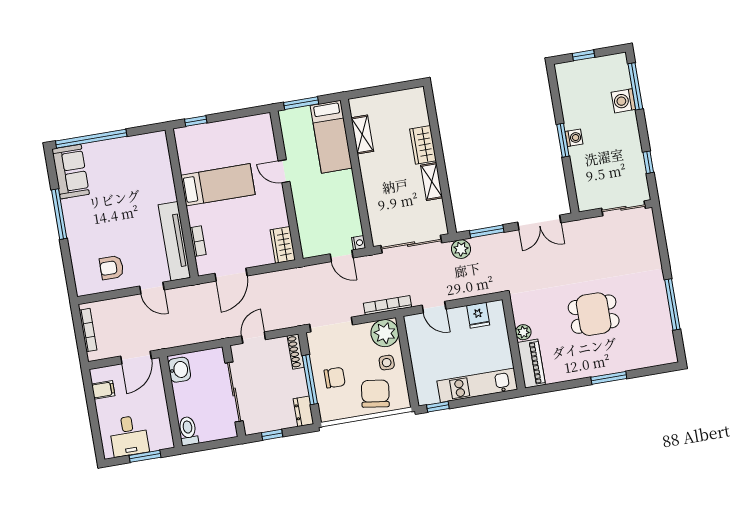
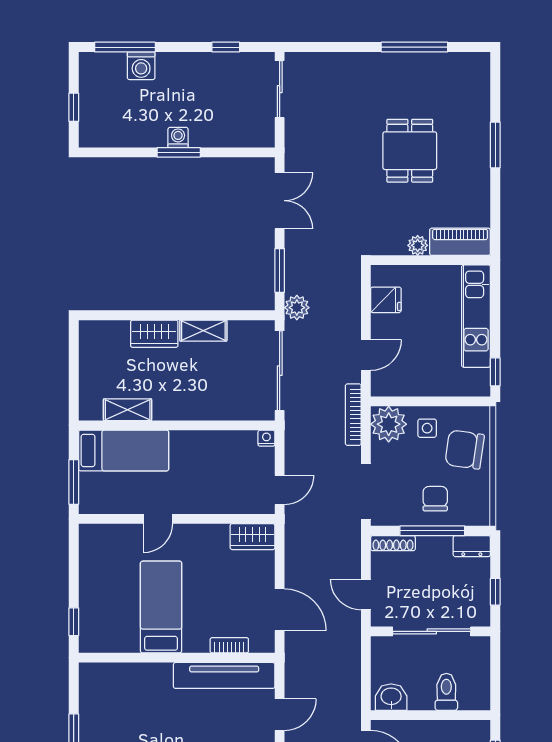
door: (342, 256) -> (280, 490), moved
toilet: (188, 431) -> (446, 692), moved, turned 90

